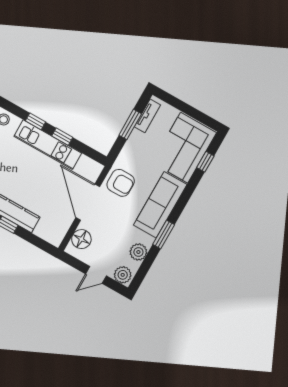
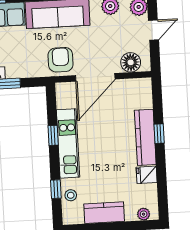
window: (36, 121) -> (56, 189), moved
door: (96, 275) -> (154, 30), hinge flipped

